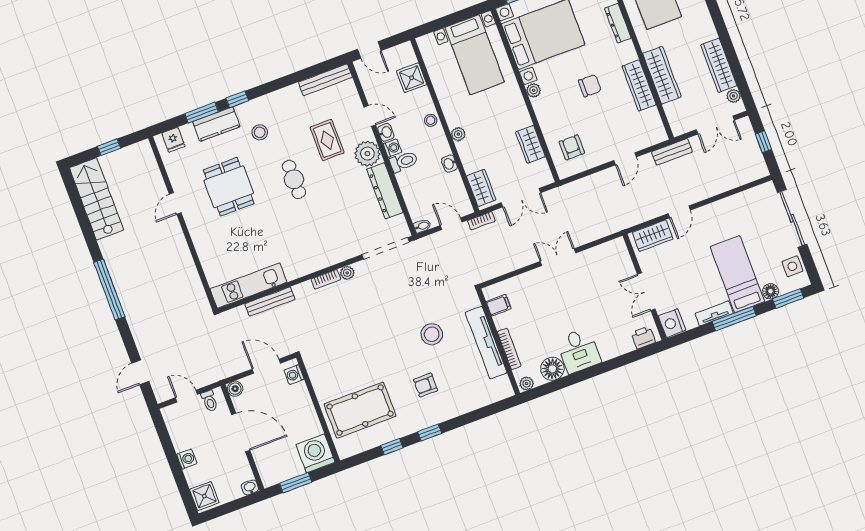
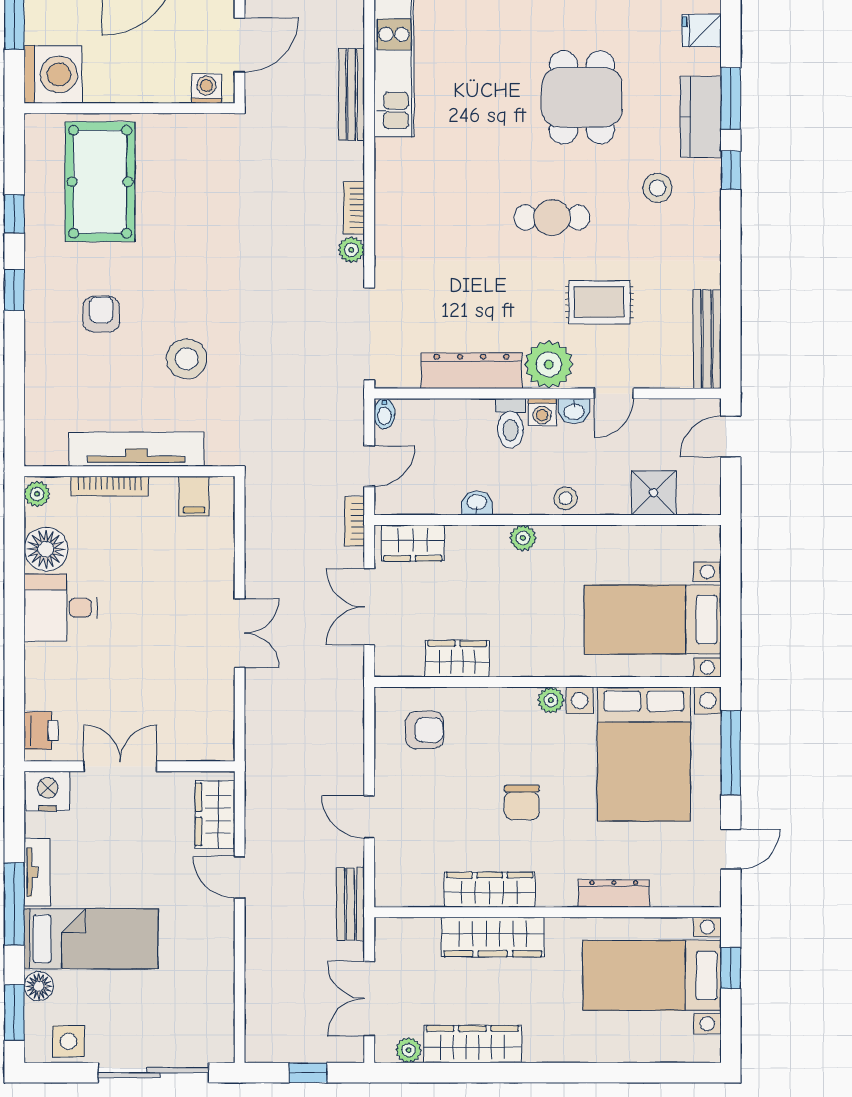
dining table: (229, 187) -> (582, 97), turned 90

